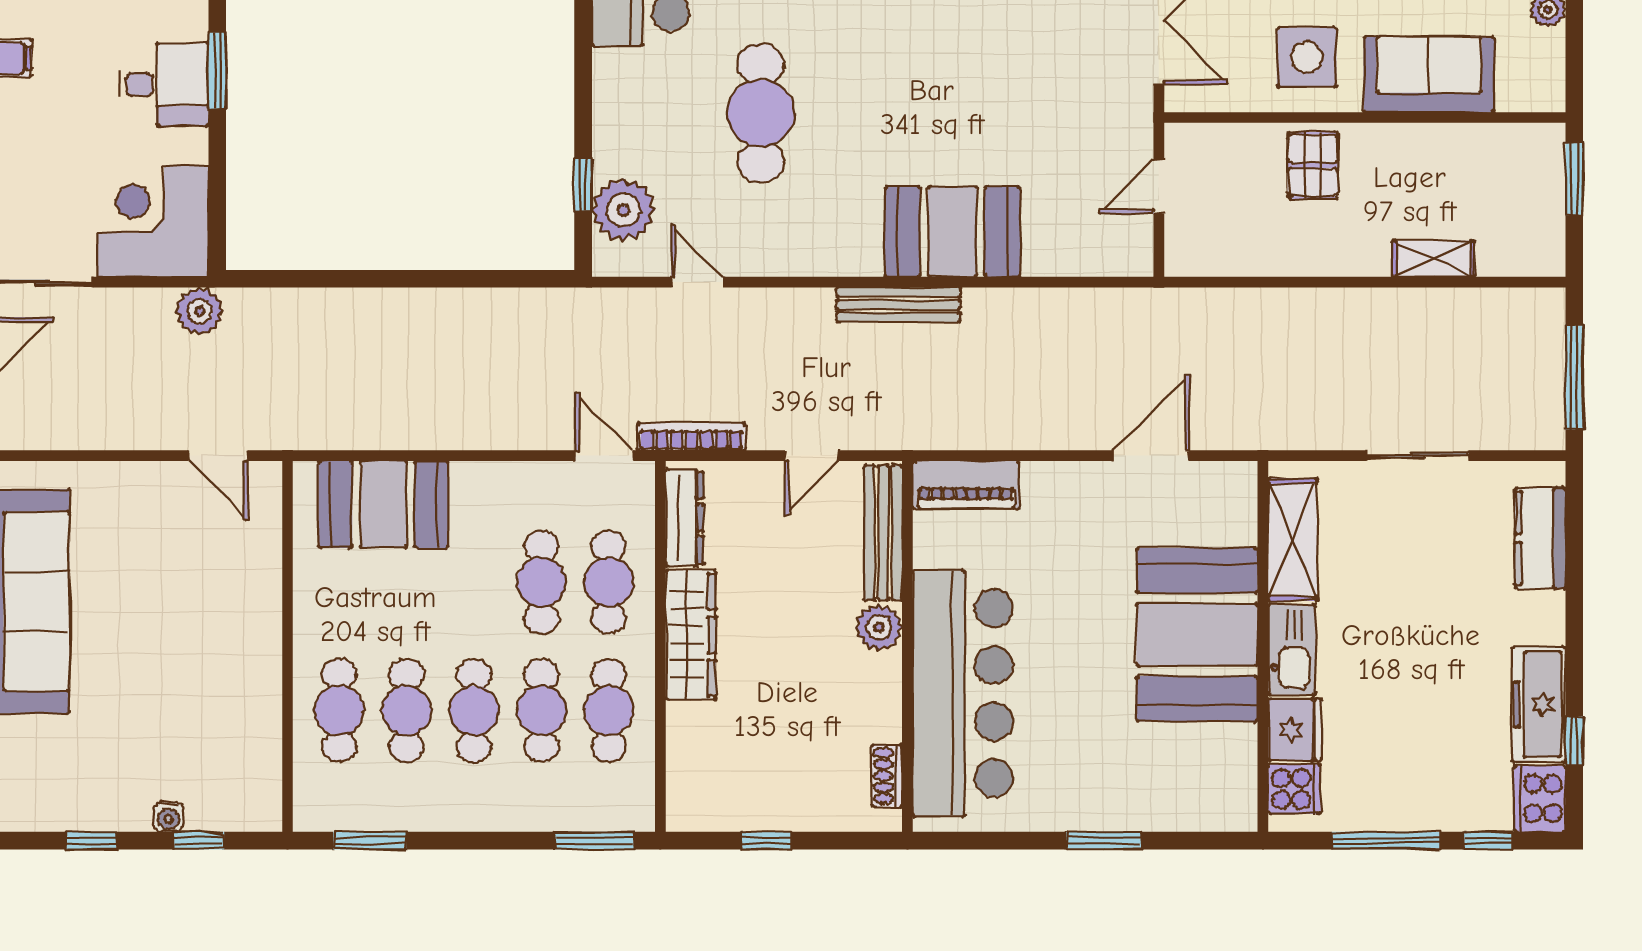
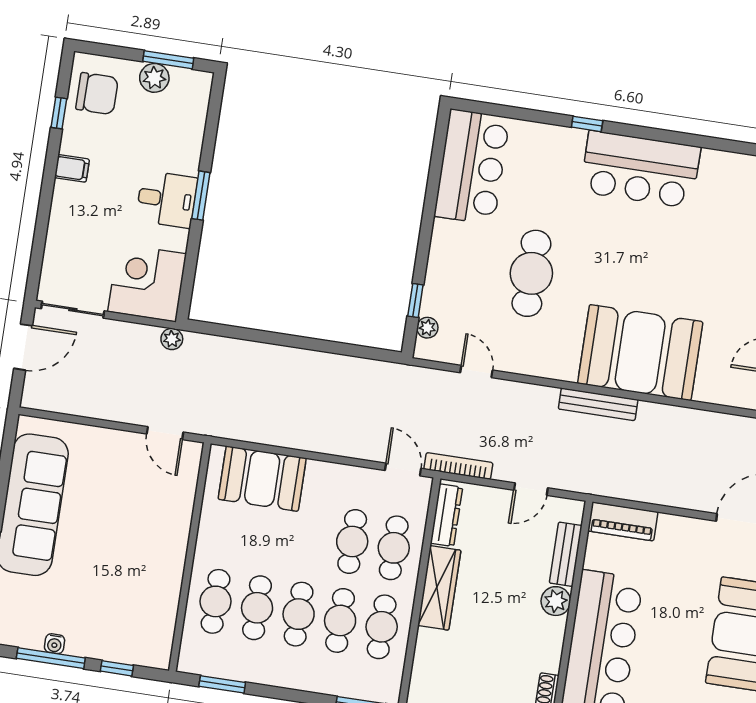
plant: (623, 210) -> (427, 328), width x0.53, depth x0.53
booth: (952, 232) -> (640, 353), width x1.36, depth x1.42
plant: (199, 311) -> (172, 339), width x0.73, depth x0.73
bench: (883, 533) -> (566, 554), width x0.73
water cooler: (168, 817) -> (55, 644), moved
window: (91, 841) -> (51, 658), width x2.17

